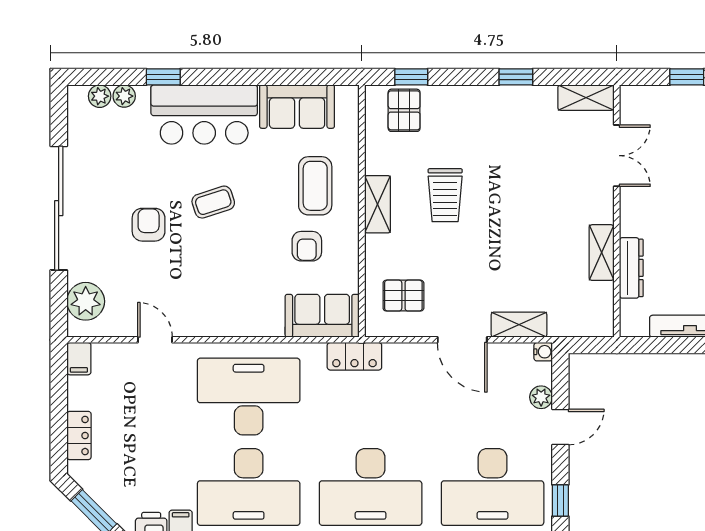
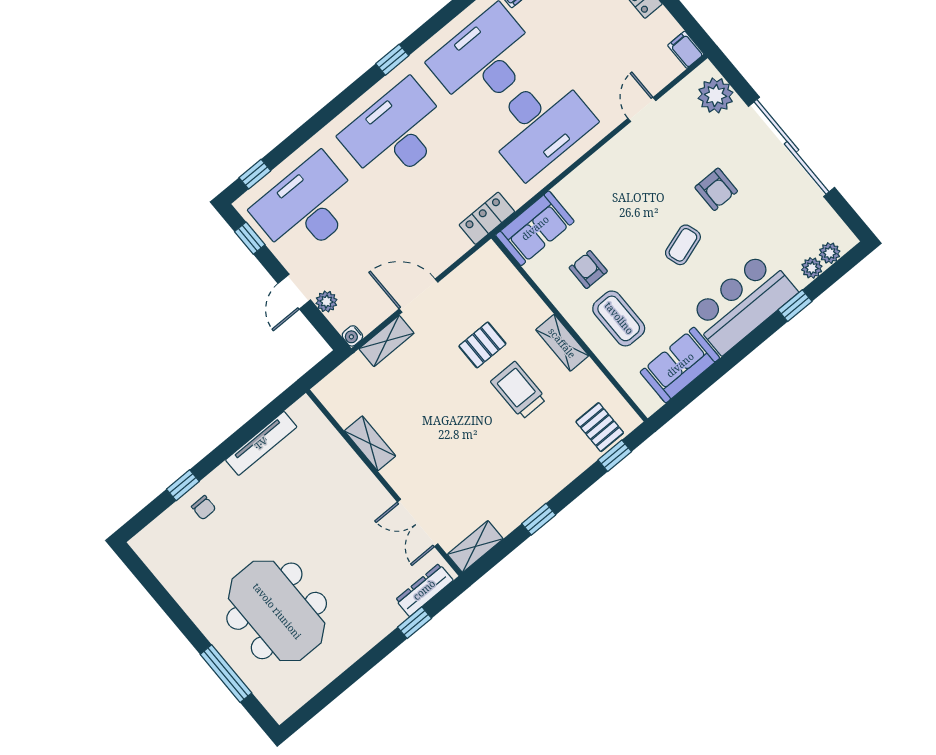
dresser: (631, 268) -> (424, 590), moved, turned 90
pallet: (403, 296) -> (482, 345), moved
door: (155, 340) -> (642, 109), swing flipped

